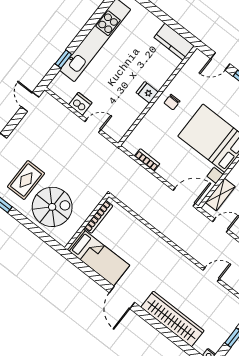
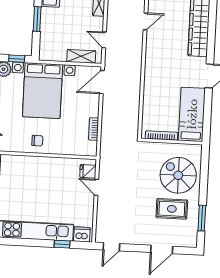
fridge: (147, 92) -> (88, 171), moved, turned 90
dishwasher: (80, 104) -> (82, 234), moved, turned 90
door: (184, 197) -> (102, 82), hinge flipped
door: (211, 274) -> (145, 21), swing flipped

